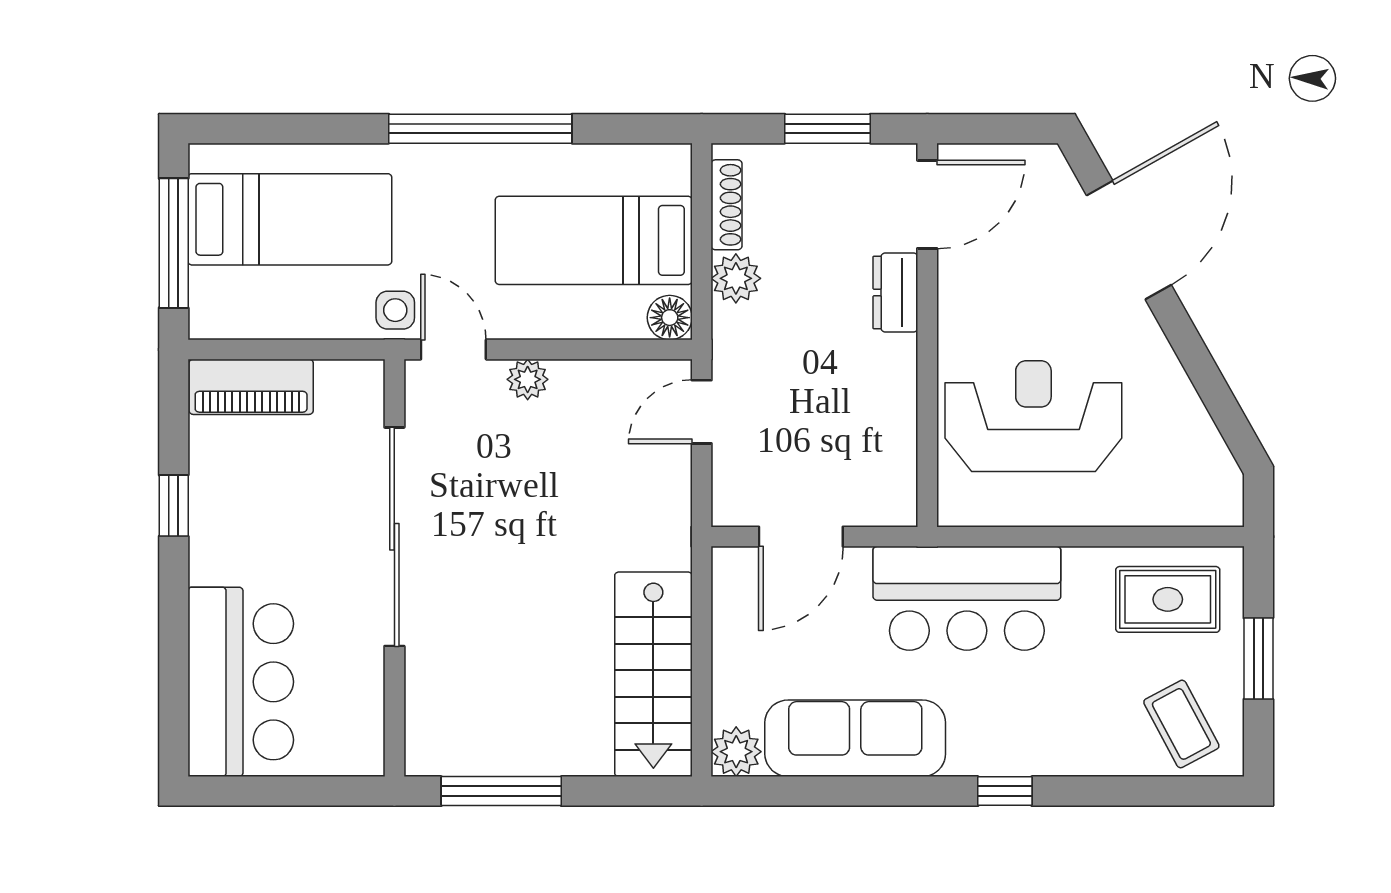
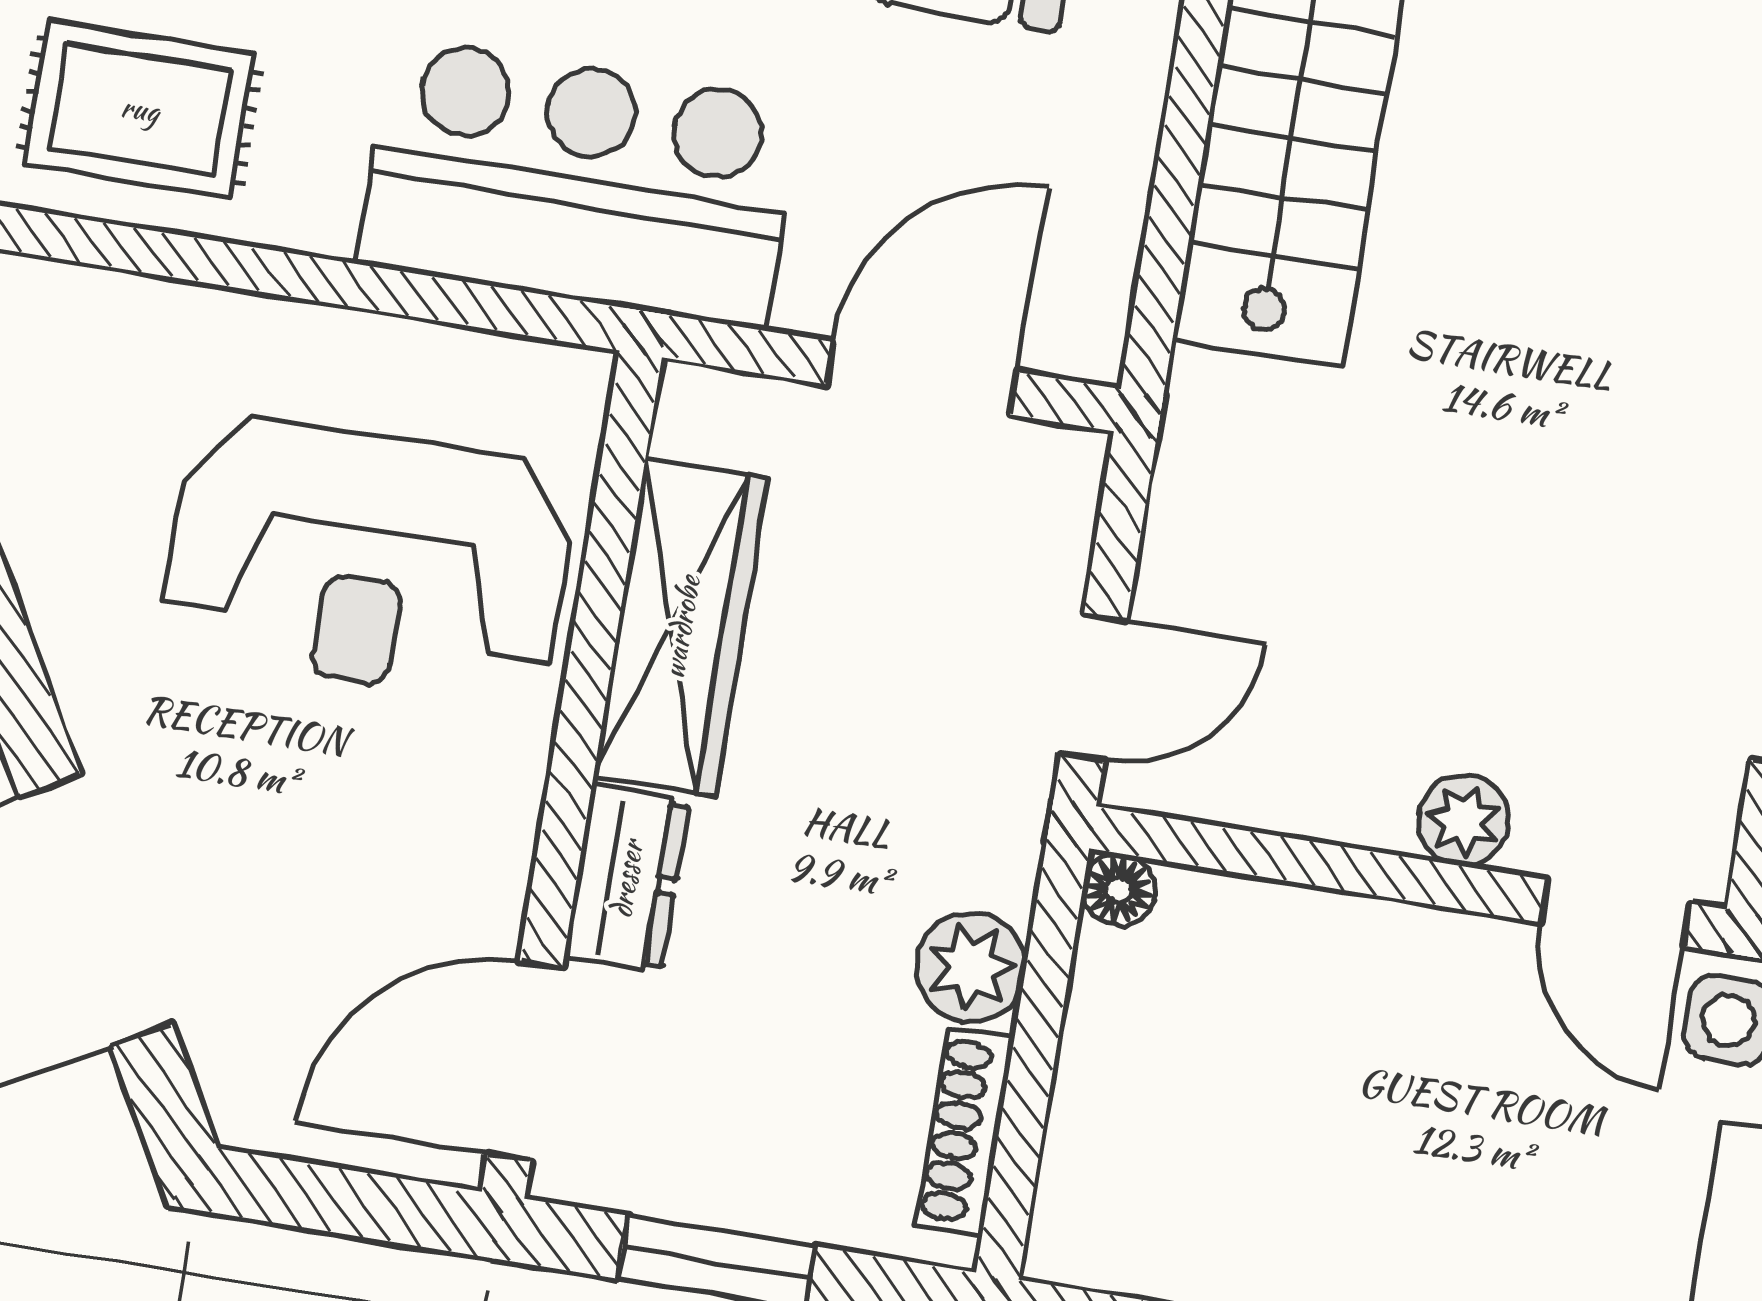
bed: (594, 240) -> (1269, 1102), removed
floor lamp: (670, 318) -> (1119, 890), width x0.73, depth x0.73
wardrobe: (890, 408) -> (681, 627), added

